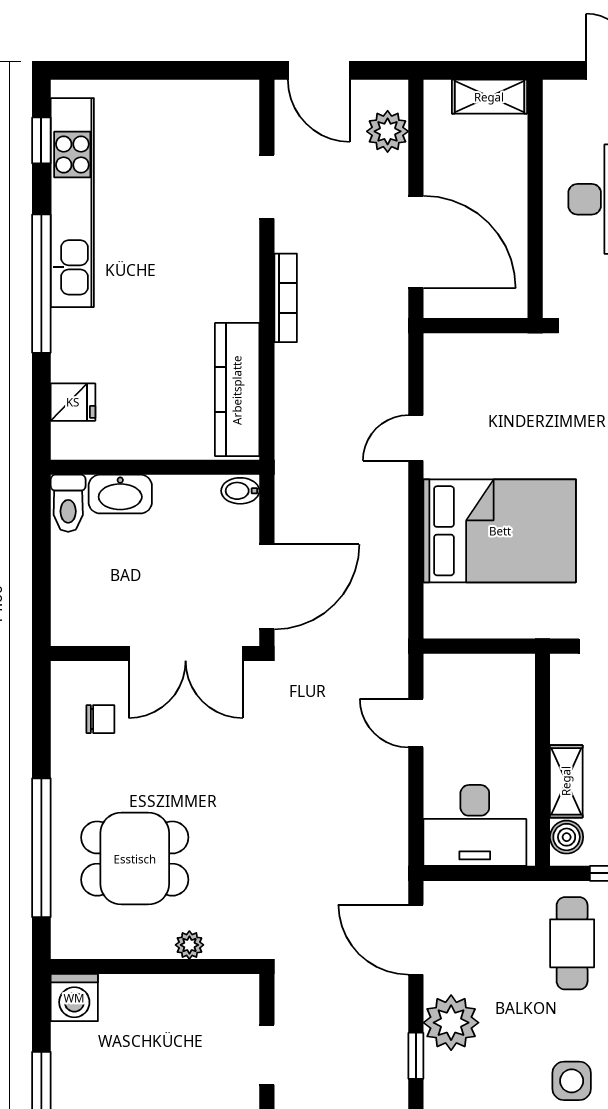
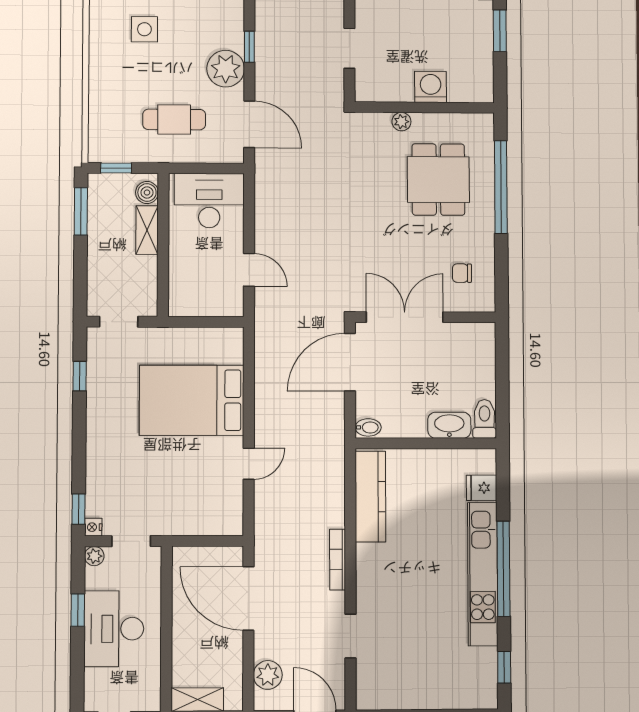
kitchen unit: (72, 203) -> (483, 574), moved
dining table: (135, 859) -> (438, 180), turned 90
cafe table: (572, 943) -> (174, 120), moved, turned 90
washing machine: (74, 998) -> (431, 87), moved

